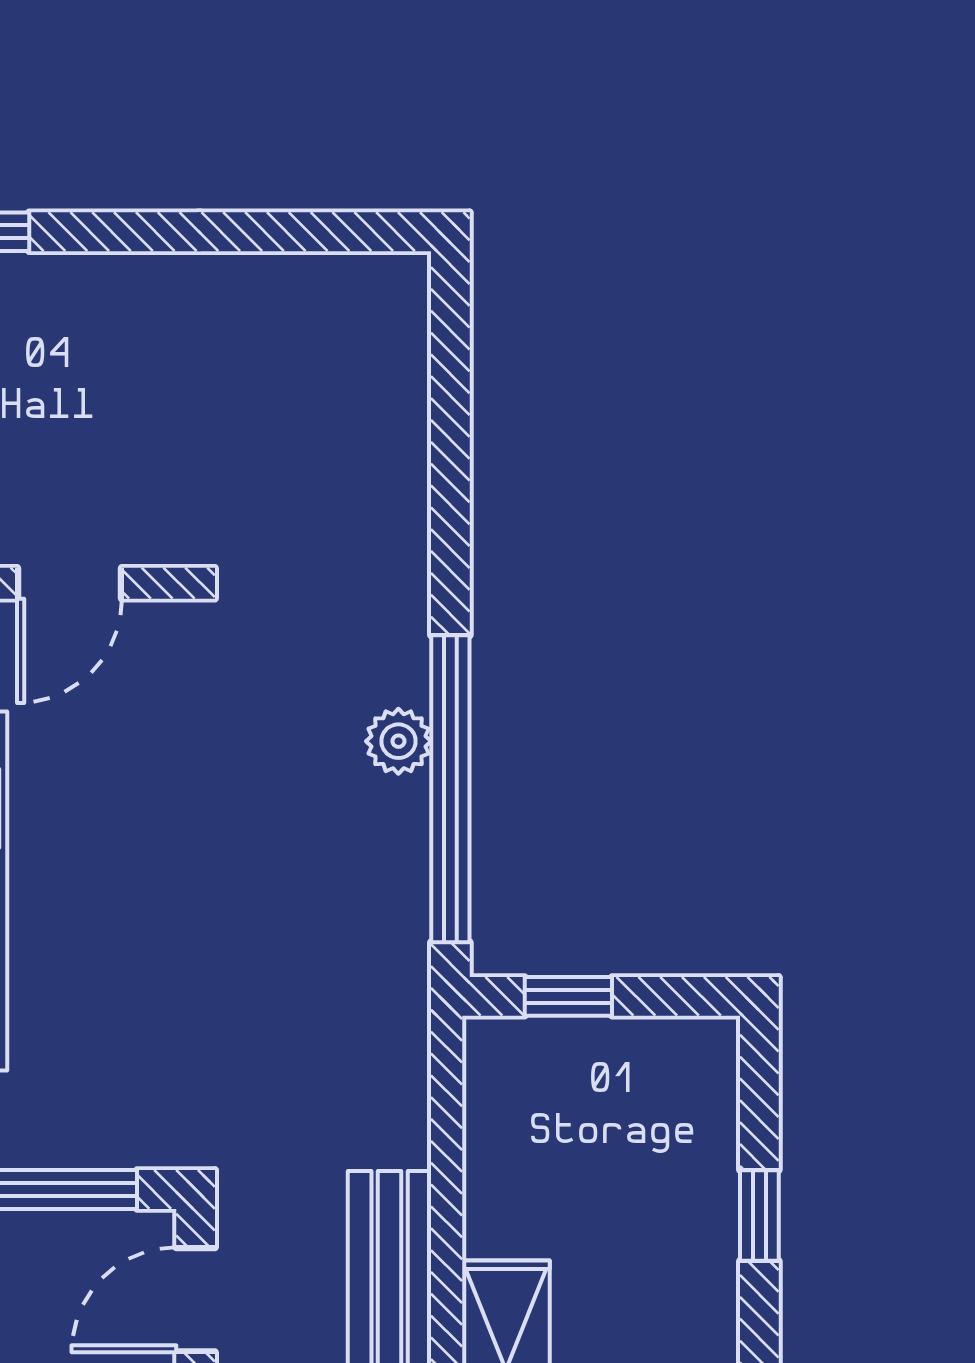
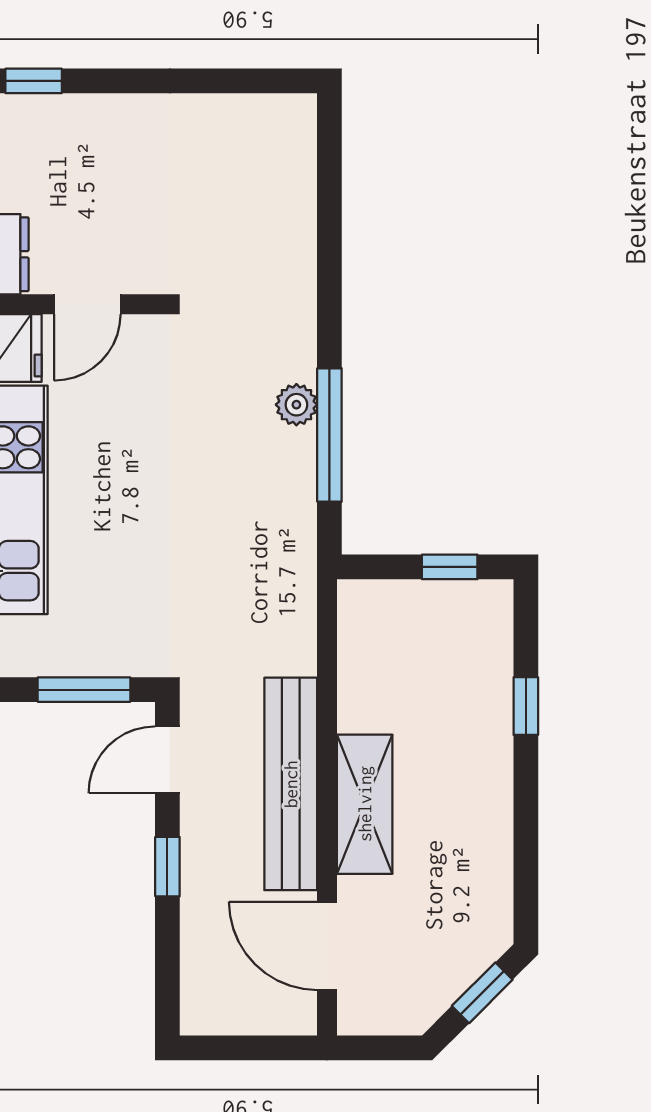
window: (450, 789) -> (329, 435), width x0.68
window: (568, 996) -> (450, 567), moved

